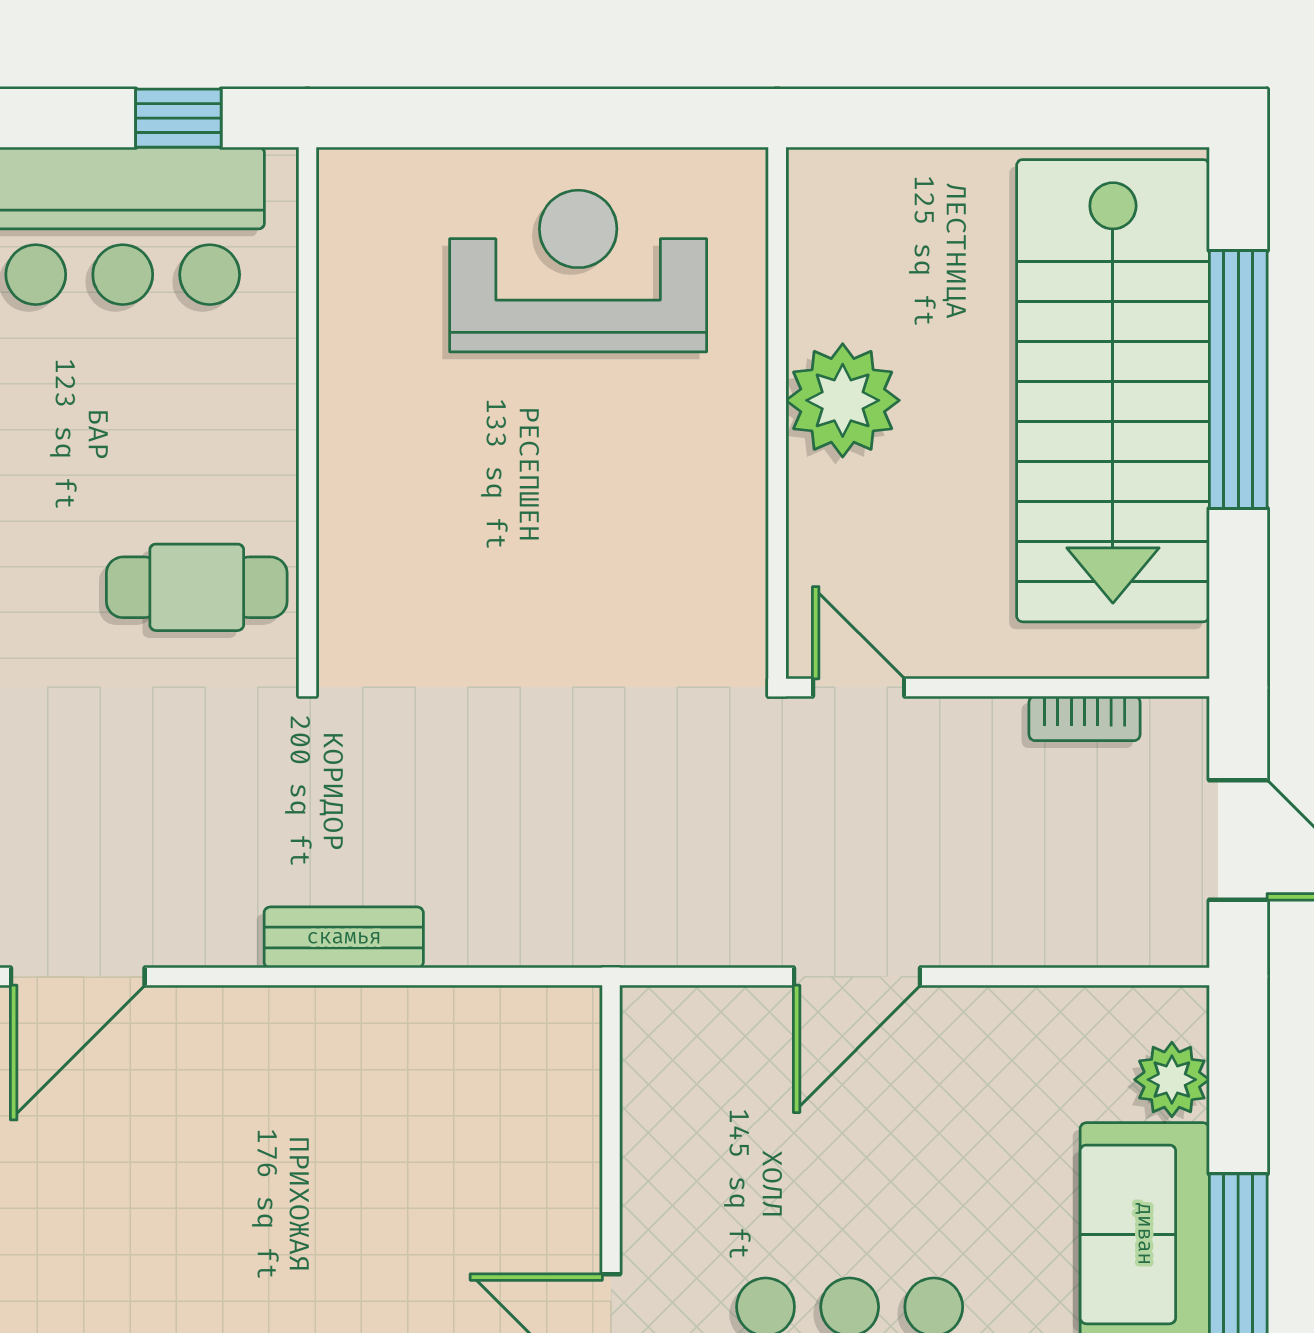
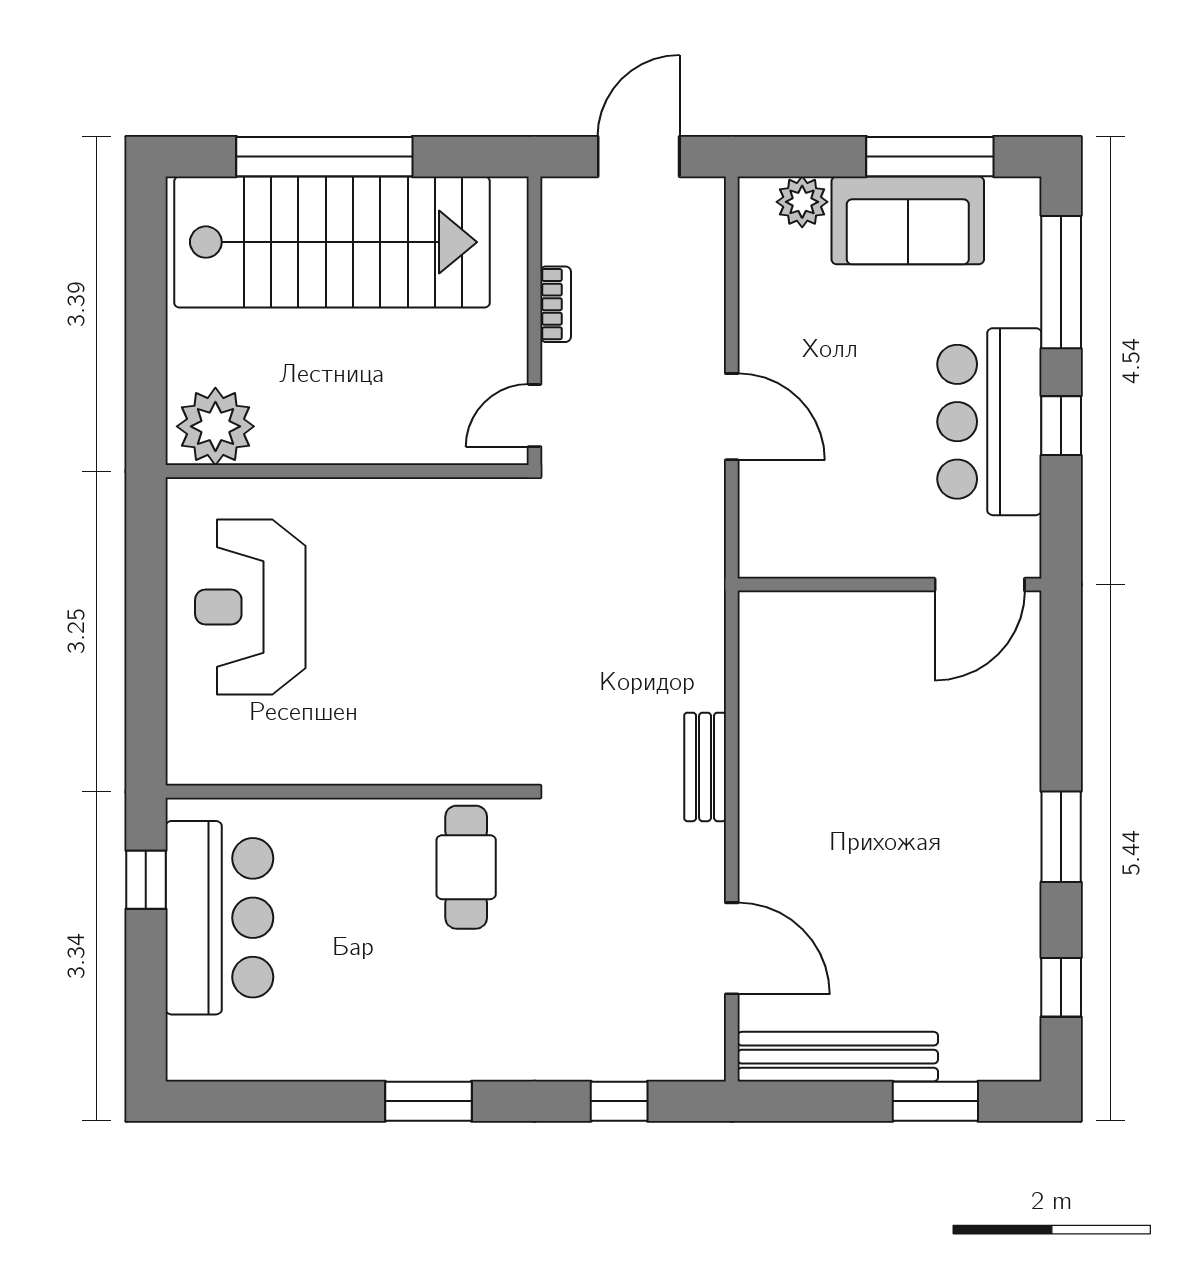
plant: (843, 400) -> (215, 426), moved
bookcase: (1085, 718) -> (556, 304), moved

